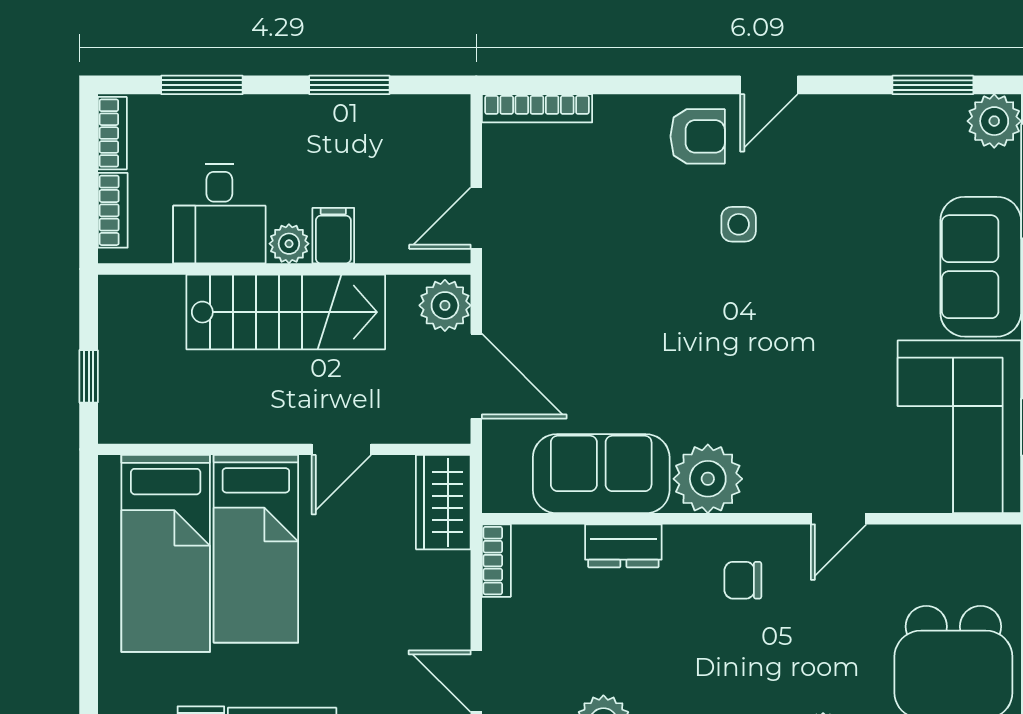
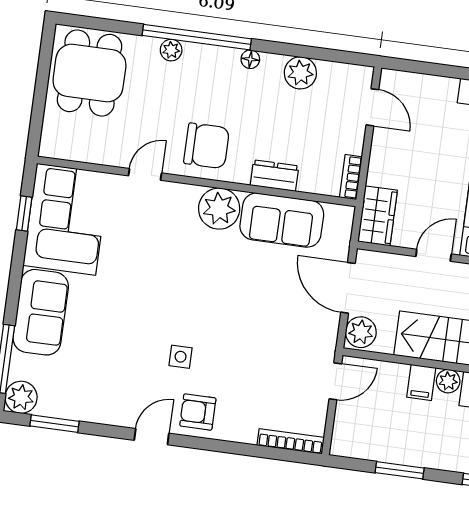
chair: (743, 580) -> (207, 146), width x1.87, depth x1.87

